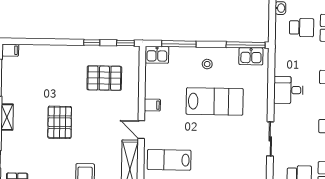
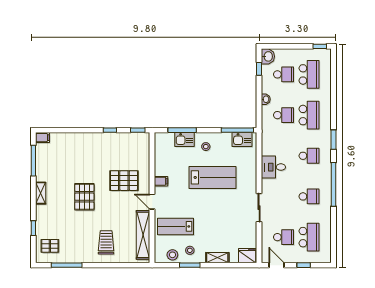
kitchen sink: (157, 55) -> (184, 140), moved
pallet: (104, 78) -> (124, 181), moved

